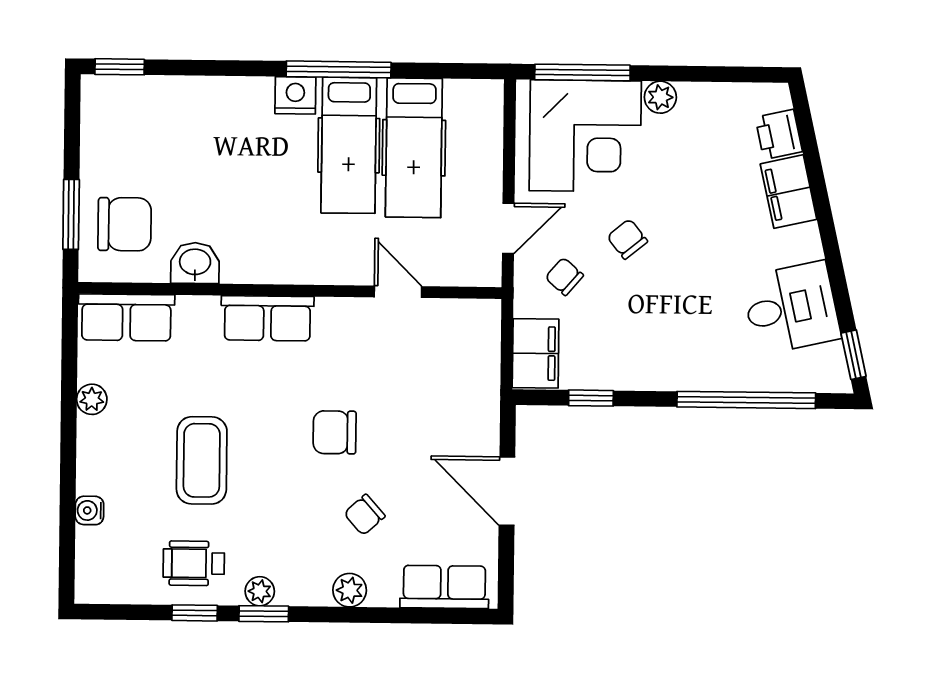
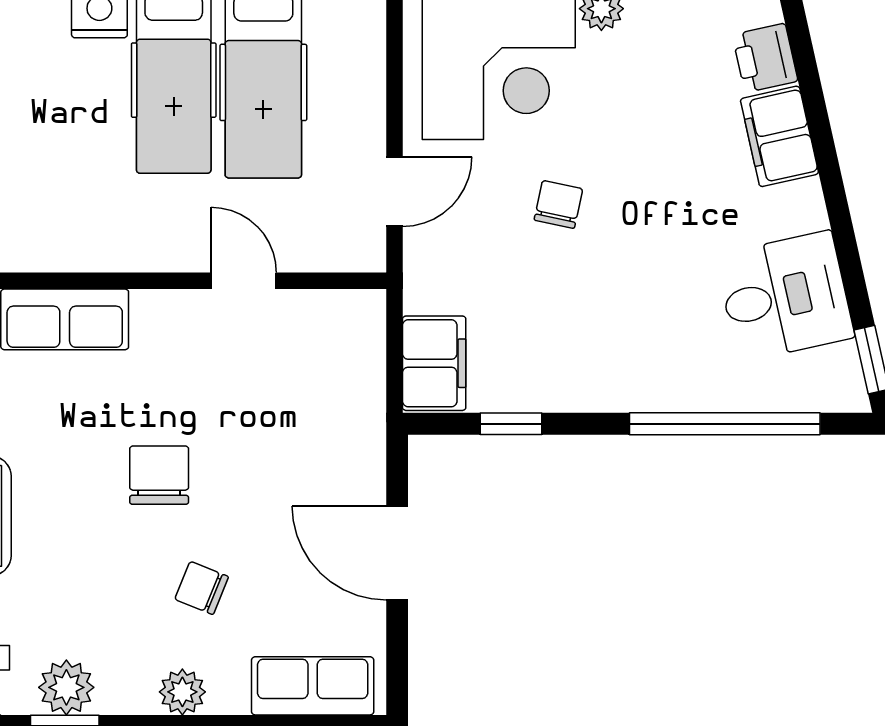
chair: (627, 239) -> (558, 204), turned 51
chair: (564, 276) -> (472, 257), removed
chair: (335, 432) -> (159, 475), turned 90
chair: (365, 515) -> (202, 588), turned 64
plant: (260, 591) -> (66, 687), width x1.38, depth x1.38

